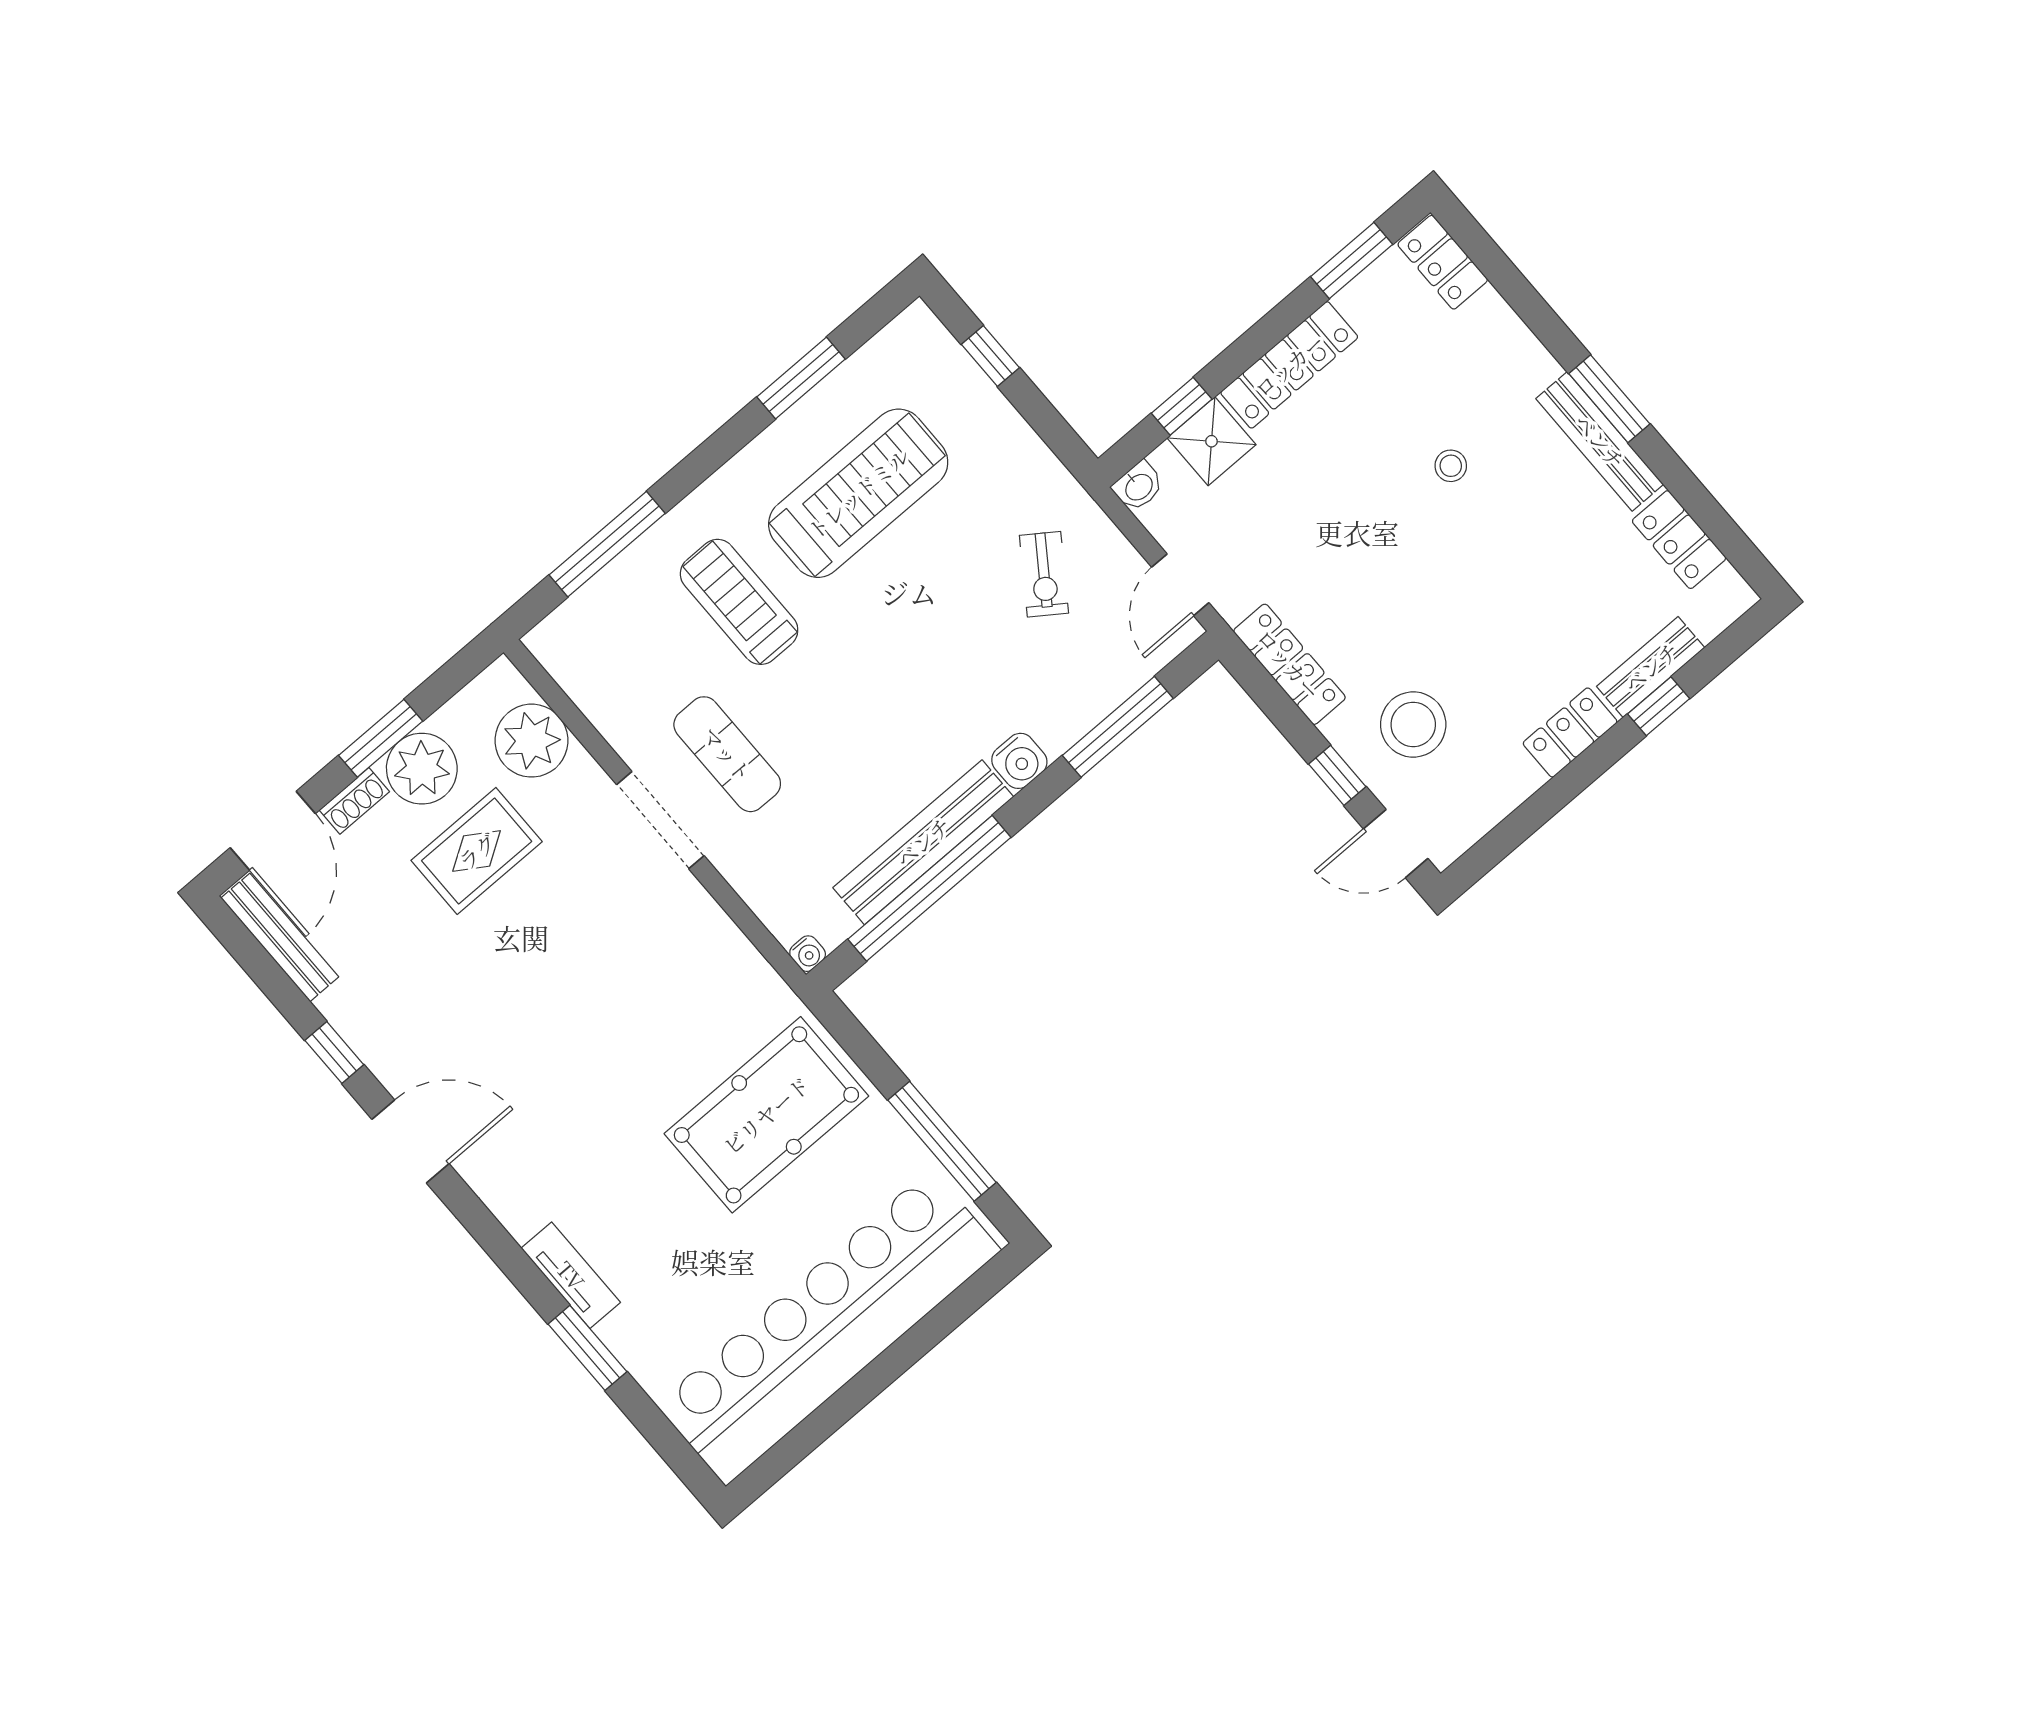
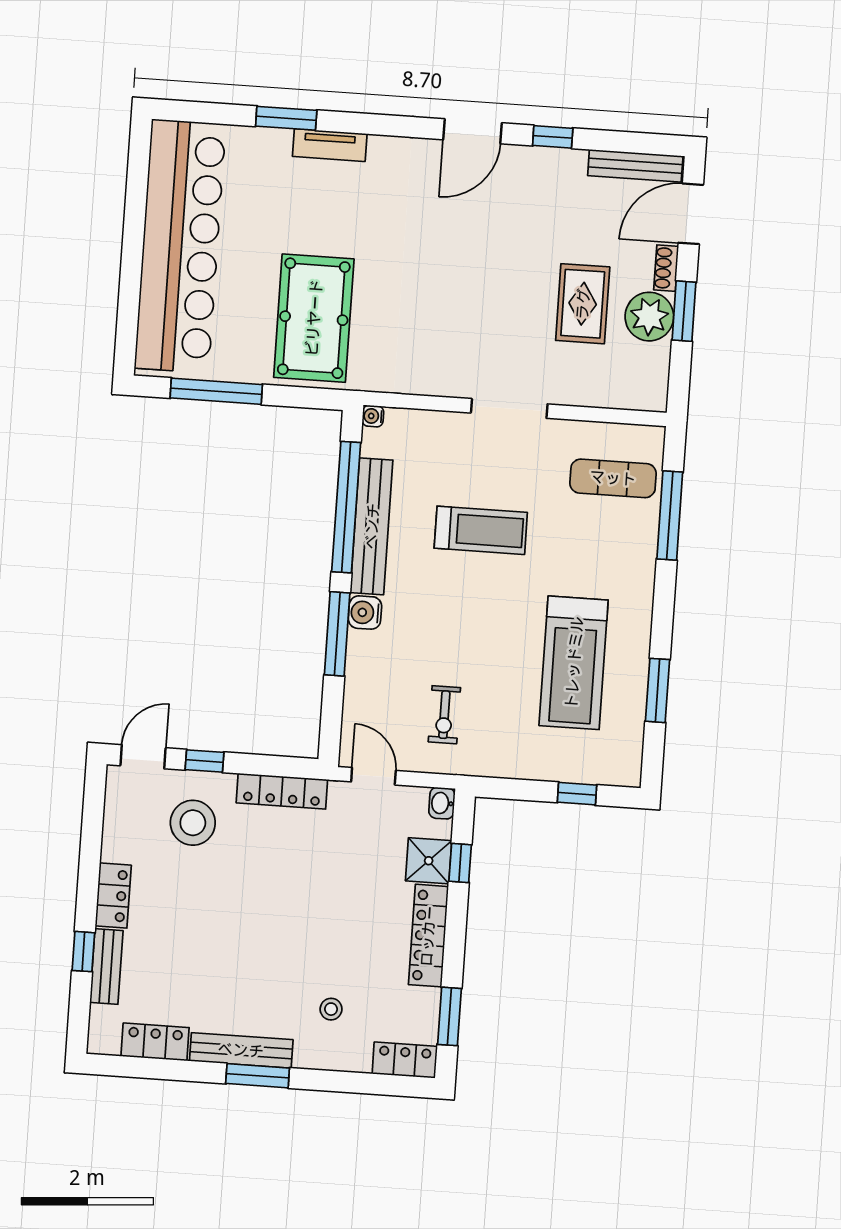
stool: (1451, 466) -> (331, 1009), moved
exercise bike: (1044, 574) -> (444, 715), turned -125
treadmill: (739, 602) -> (481, 530), moved
window: (1118, 727) -> (337, 634), moved
plant: (532, 741) -> (610, 384), removed
exercise mat: (727, 754) -> (613, 478), moved
door: (273, 831) -> (691, 214), hinge flipped

